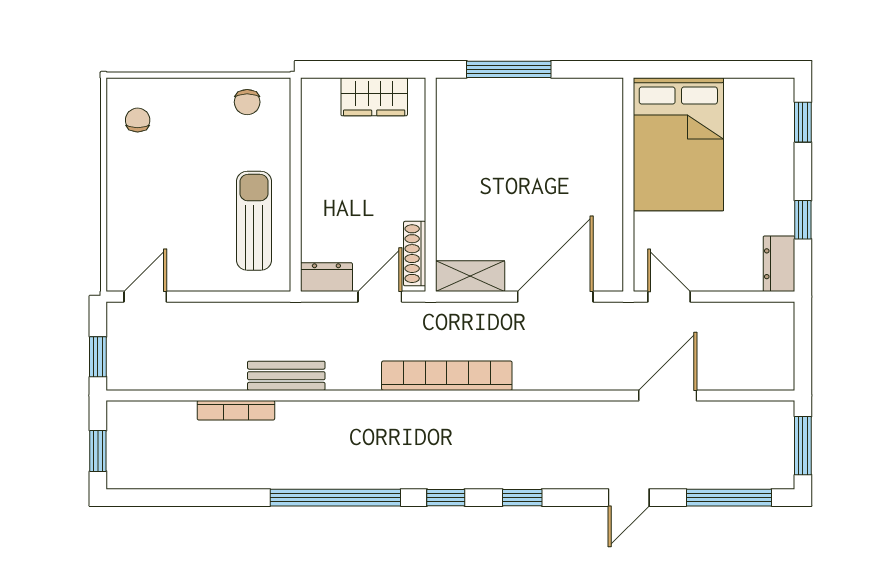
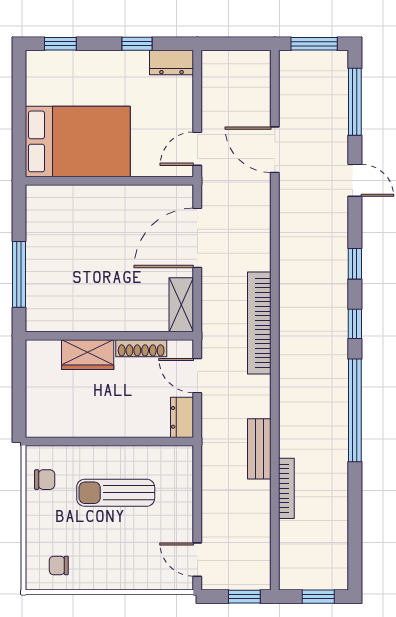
wardrobe: (374, 97) -> (88, 355), moved, turned 90
sun lounger: (254, 221) -> (116, 493), moved
shoe rack: (415, 254) -> (141, 348), moved
door: (555, 297) -> (197, 238), hinge flipped

